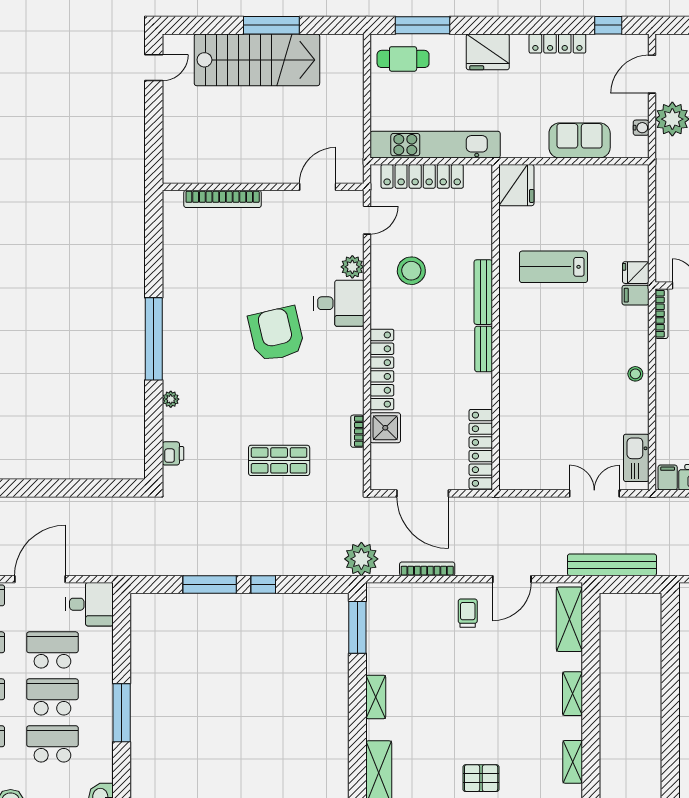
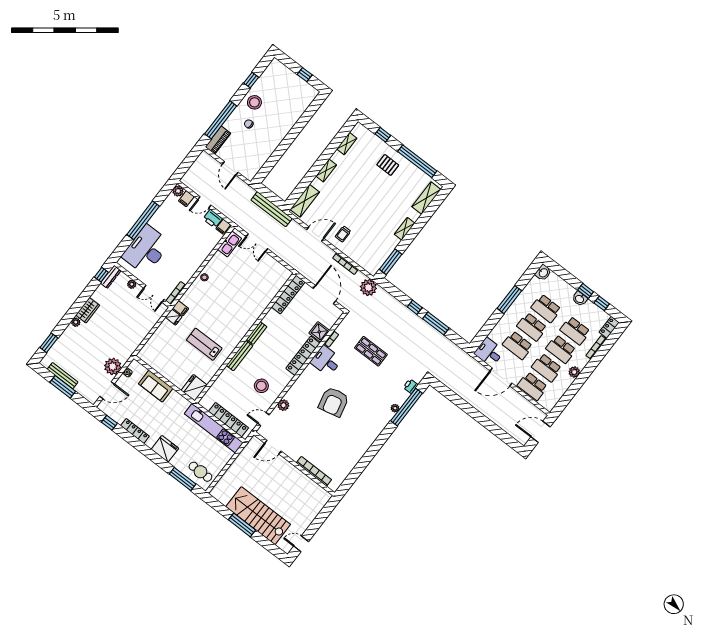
lab bench: (553, 267) -> (204, 344), turned 180
desk: (339, 303) -> (326, 361), moved
window: (154, 339) -> (406, 407), moved

